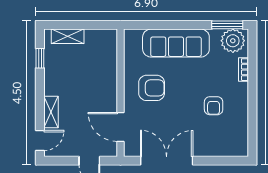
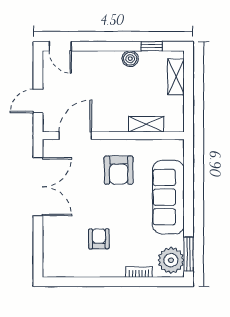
boiler: (51, 77) -> (130, 59), added
armchair: (214, 106) -> (99, 239), turned 90
shelving: (51, 112) -> (146, 124), moved

